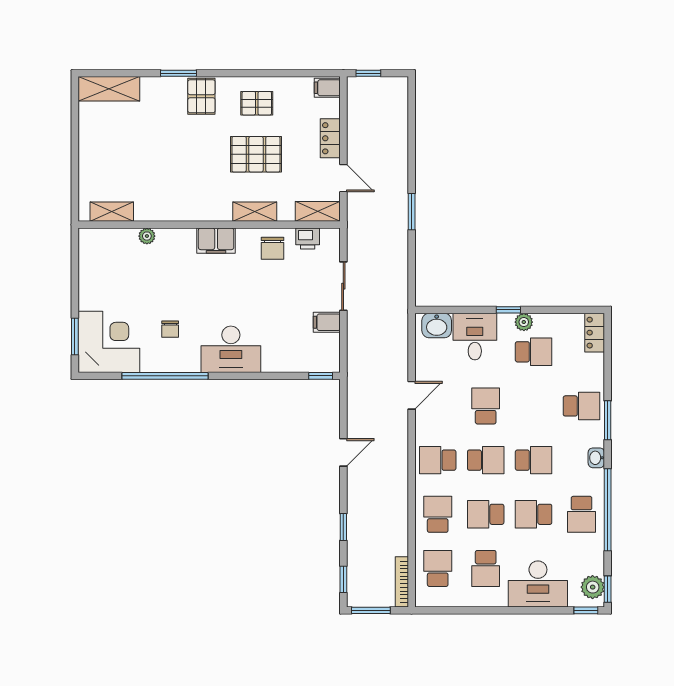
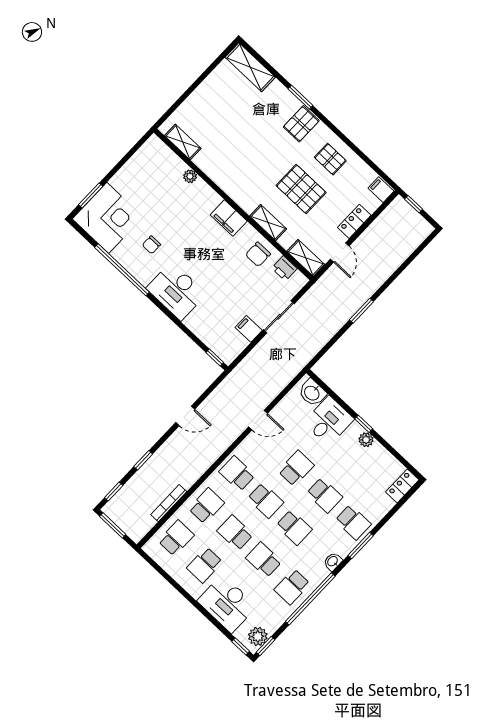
school desk: (534, 352) -> (325, 495), moved
bookcase: (402, 582) -> (169, 503), moved

